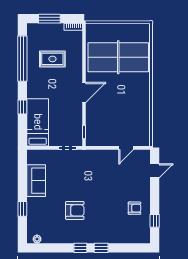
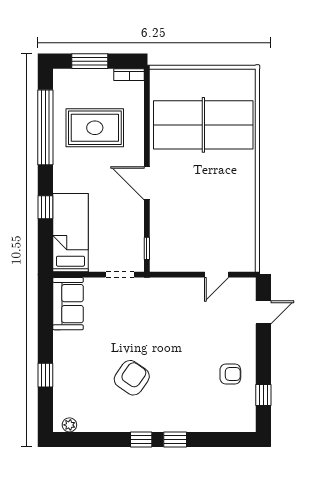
rug: (52, 59) -> (95, 128), width x1.36, depth x1.43
door: (84, 93) -> (147, 183), swing flipped
sofa: (36, 181) -> (68, 304), moved
armchair: (75, 210) -> (132, 378), turned -55

